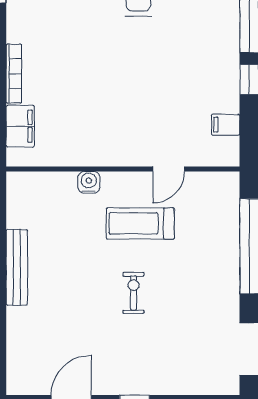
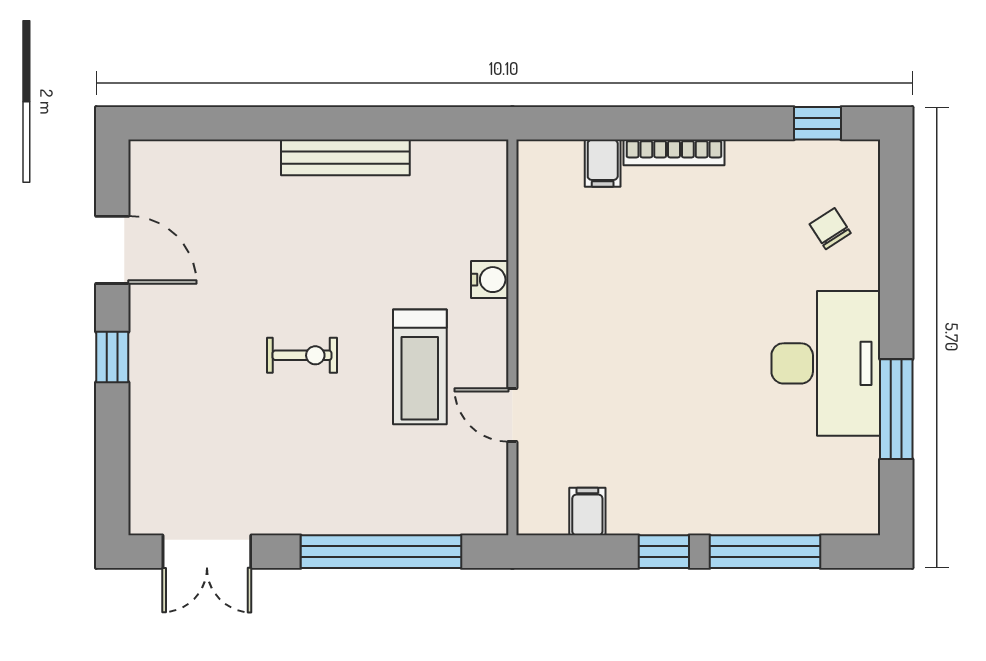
filing cabinet: (20, 126) -> (603, 163), width x0.50
treadmill: (140, 223) -> (420, 367), turned 180

